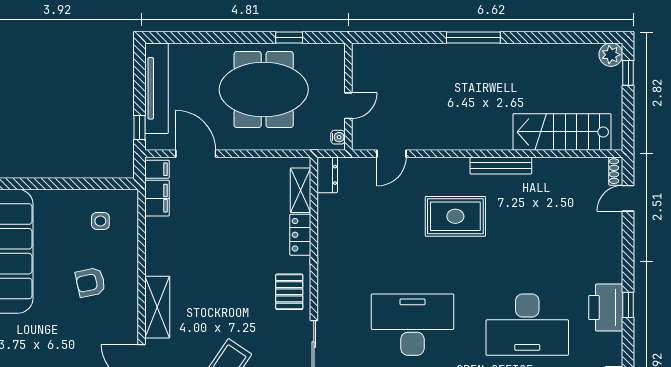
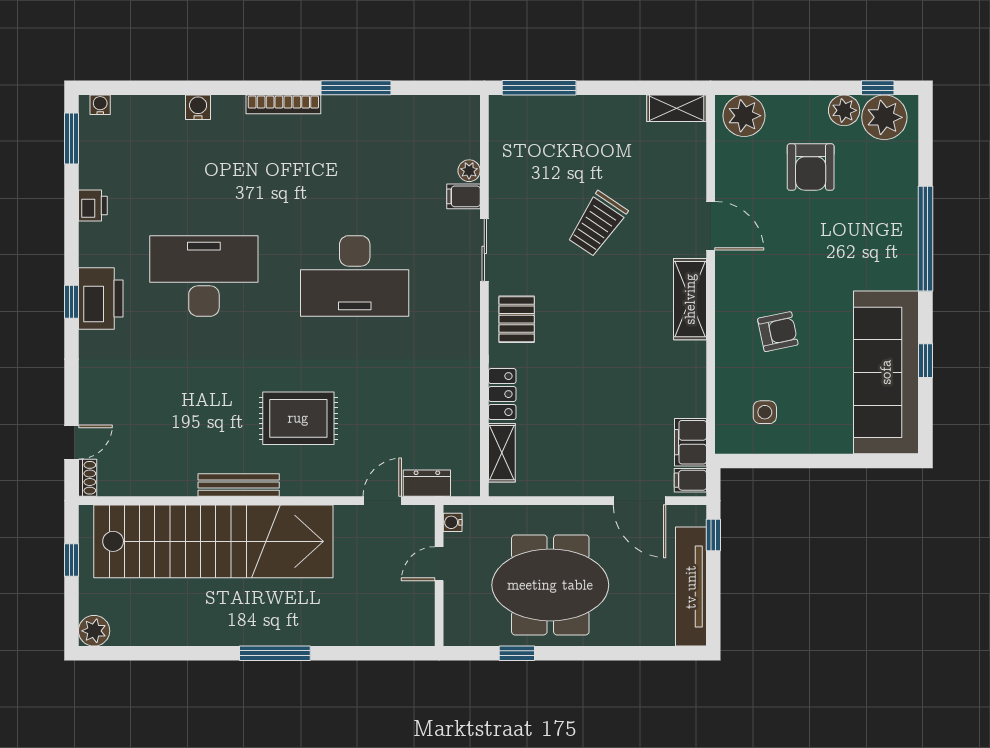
window: (628, 73) -> (71, 560), moved
stairs: (562, 132) -> (213, 541), width x1.86, depth x1.51
dresser: (327, 175) -> (427, 483), moved, turned 90

